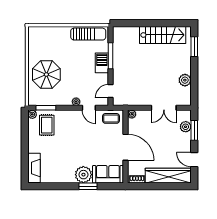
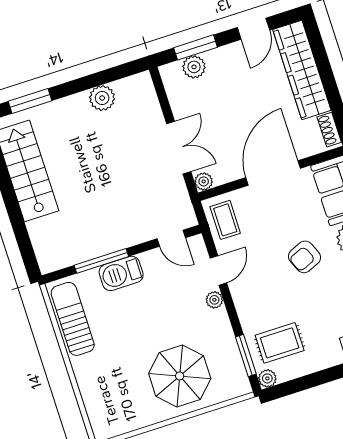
double door: (164, 108) -> (179, 148), moved
armchair: (82, 149) -> (305, 257), added

